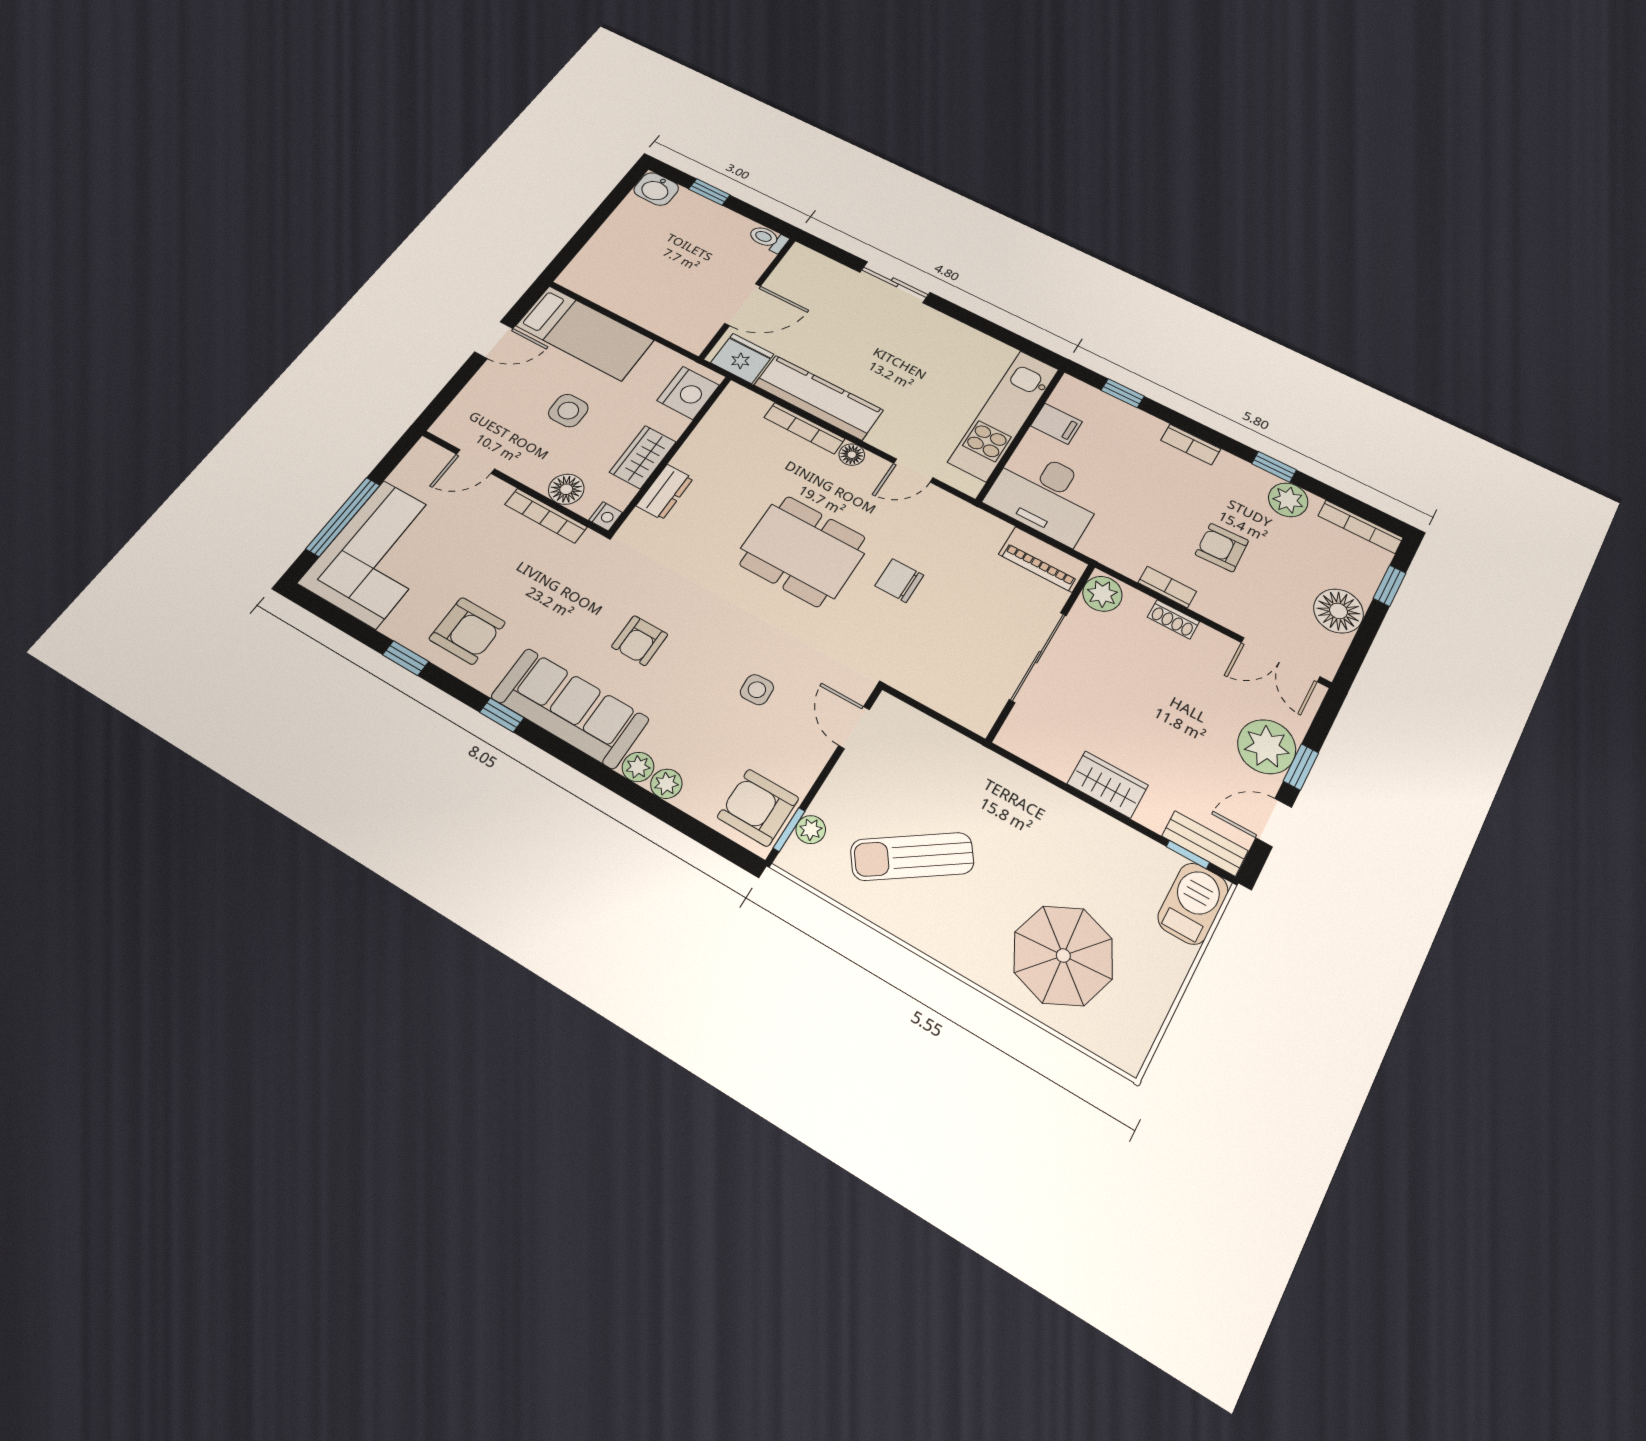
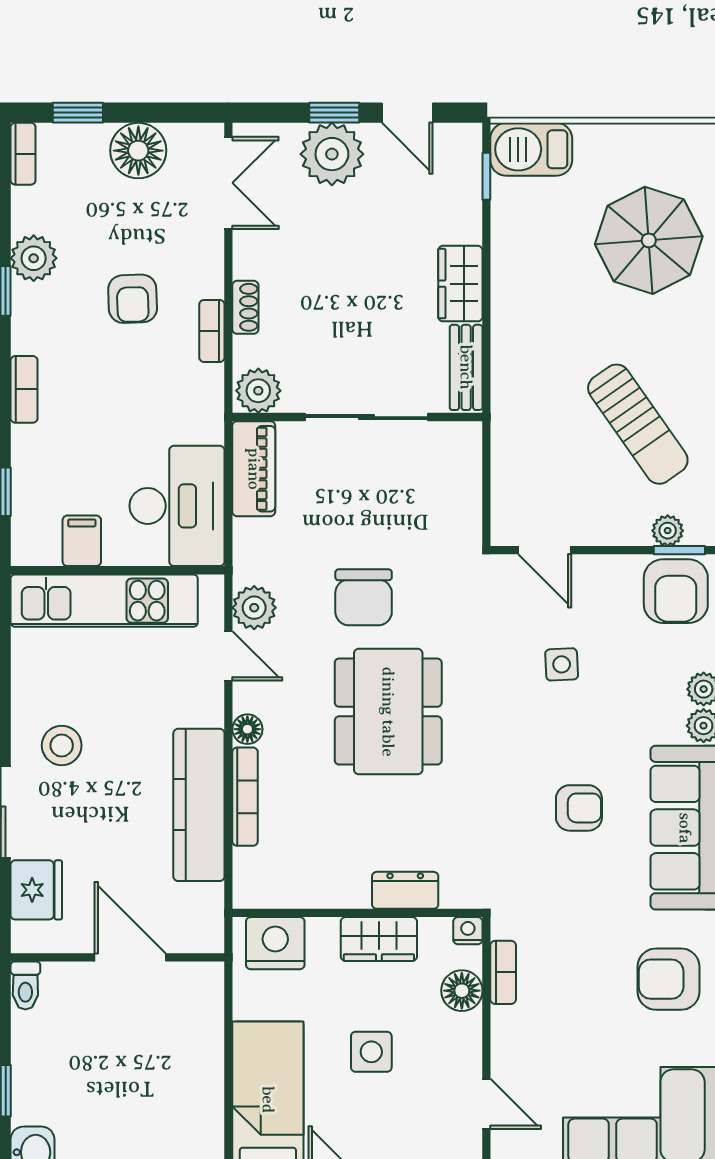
stool: (917, 339) -> (62, 745), added
fridge: (742, 358) -> (36, 890), moved, turned 180
plant: (938, 505) -> (254, 608), added
bookcase: (546, 516) -> (503, 972), width x0.64
bookcase: (1360, 527) -> (23, 154), width x0.64
chair: (899, 581) -> (364, 597), width x1.37, depth x1.37
armchair: (467, 631) -> (668, 979), turned -90
door: (854, 728) -> (545, 550), hinge flipped
bench: (1205, 843) -> (466, 367), moved

